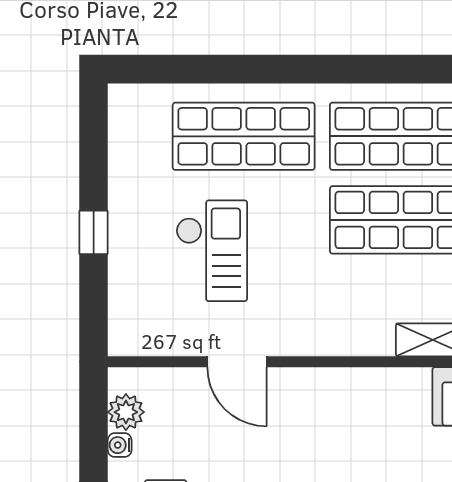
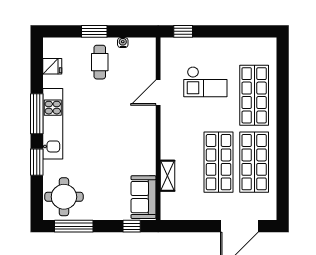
window: (94, 232) -> (183, 31), moved
plant: (126, 412) -> (137, 45), removed

